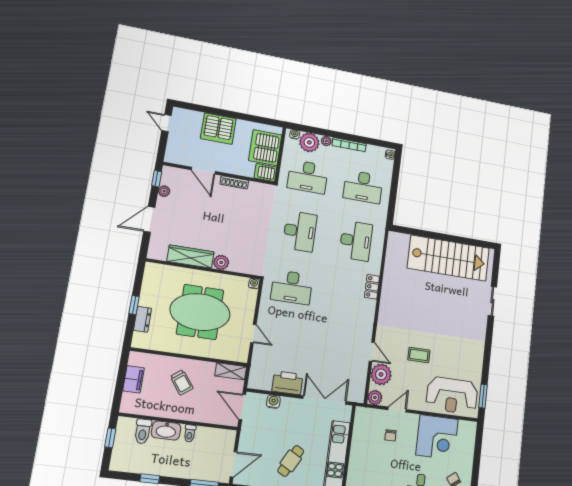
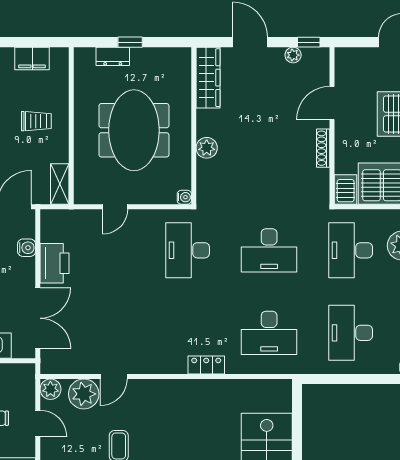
wardrobe: (190, 257) -> (208, 78), moved
trolley: (182, 382) -> (36, 121), turned -143

